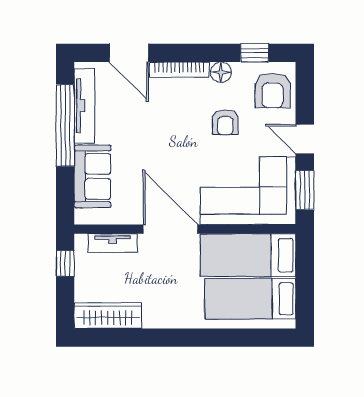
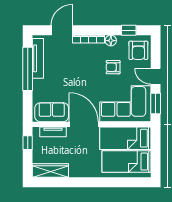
door: (129, 53) -> (62, 30), swing flipped
armchair: (225, 122) -> (113, 67), turned 90
sofa: (92, 176) -> (52, 112), moved, turned -90

